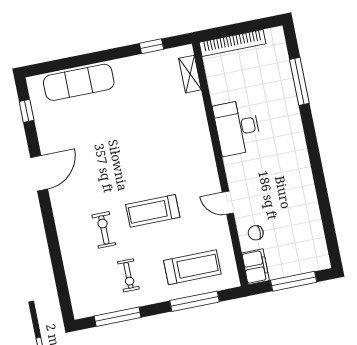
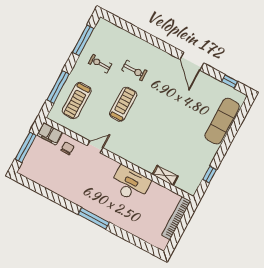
shelving: (190, 74) -> (165, 175), moved
window: (299, 81) -> (94, 218), moved

